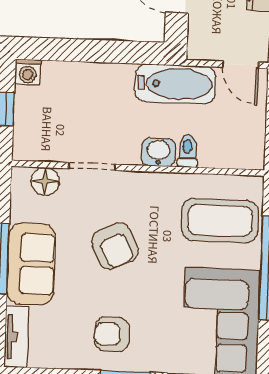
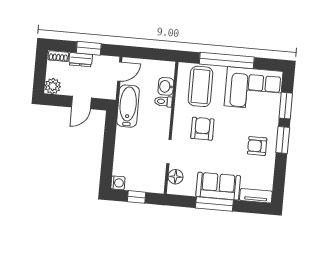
washbasin: (158, 152) -> (166, 86), moved
armchair: (115, 246) -> (202, 129), moved, turned -64
armchair: (112, 334) -> (257, 146), turned 90

